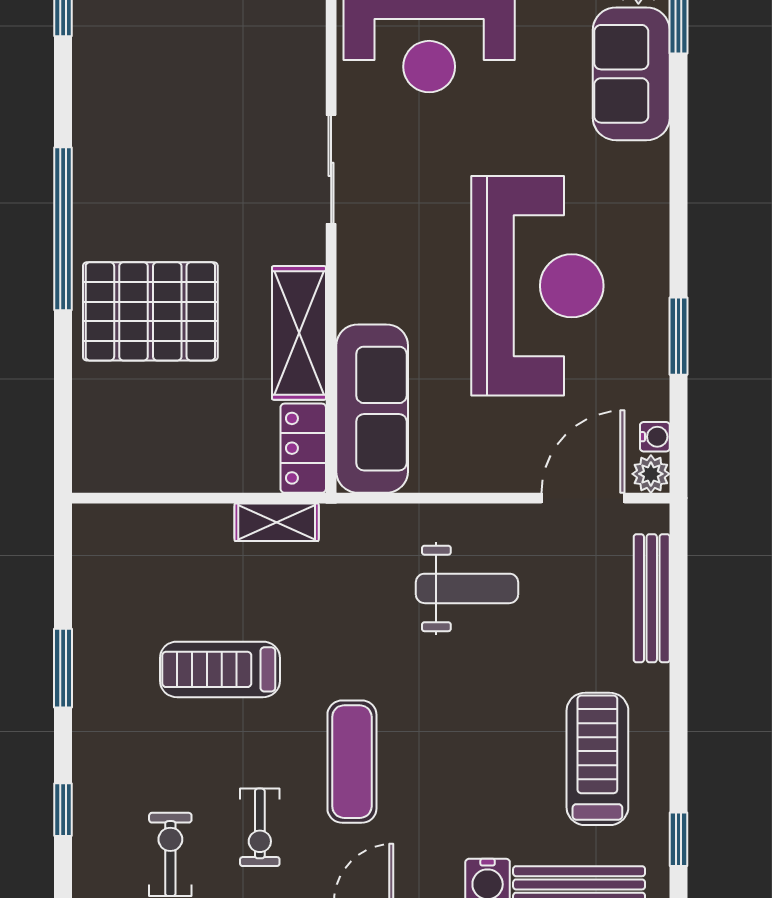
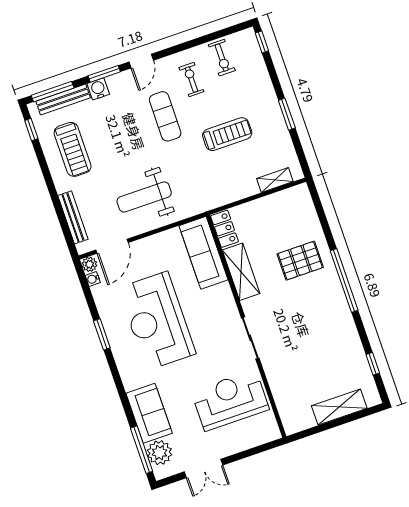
pallet: (150, 311) -> (300, 261), width x0.73, depth x0.71
window: (679, 336) -> (102, 334), moved
shelving: (277, 522) -> (275, 180), moved
weight bench: (467, 588) -> (144, 197), width x1.36, depth x1.33
window: (63, 810) -> (262, 42), moved

